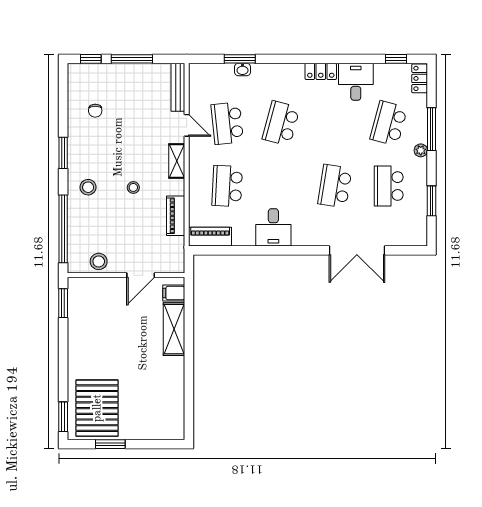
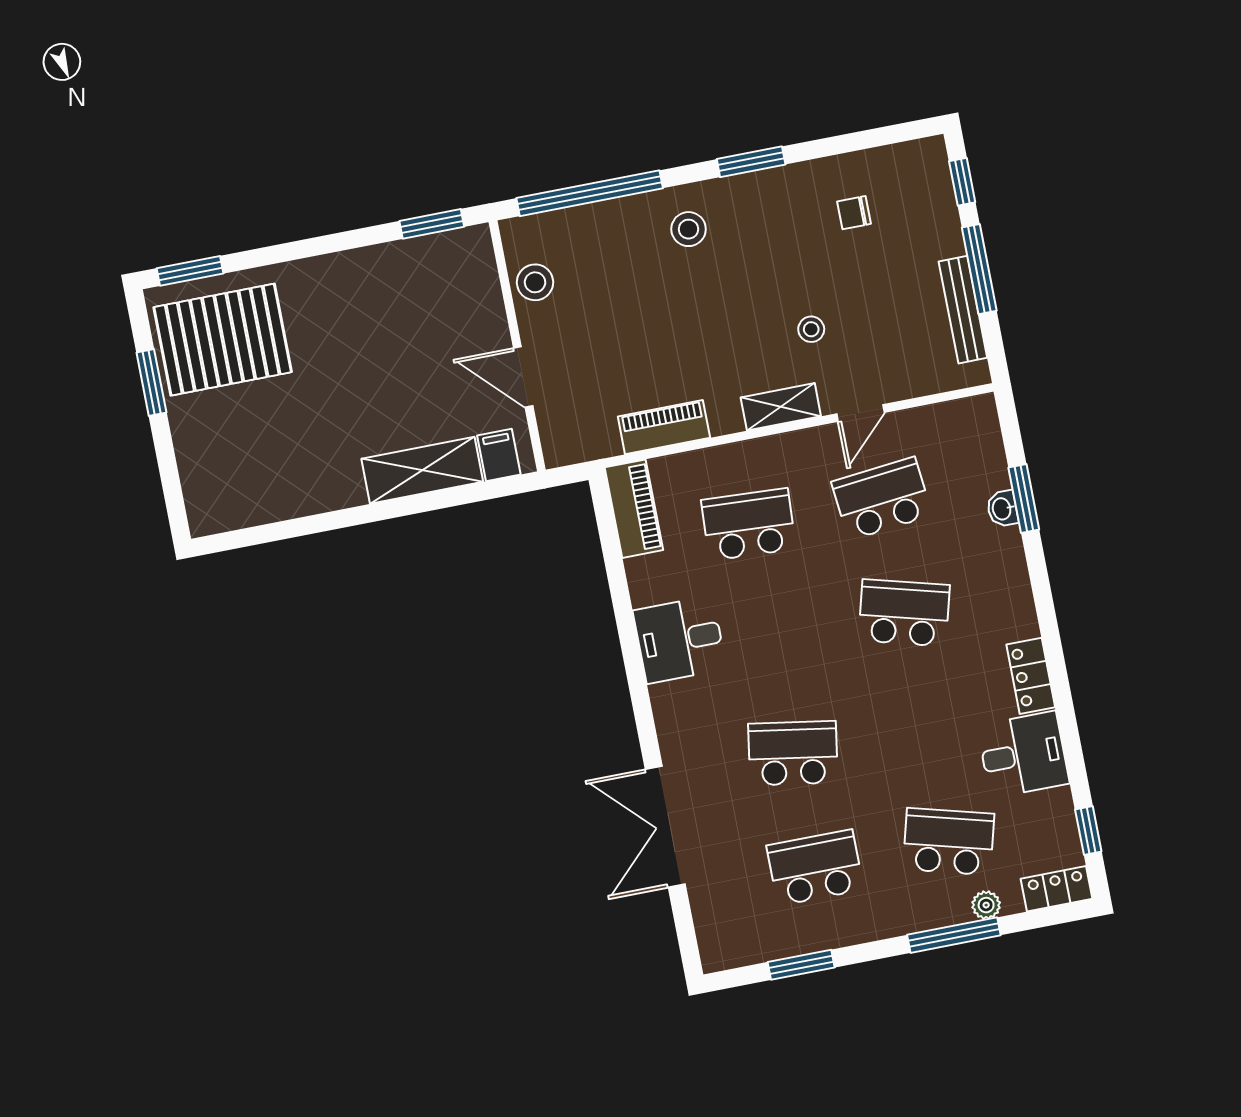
bench: (178, 87) -> (963, 310), moved, turned 90
plant: (421, 150) -> (986, 905), moved
stool: (133, 187) -> (811, 329), moved

